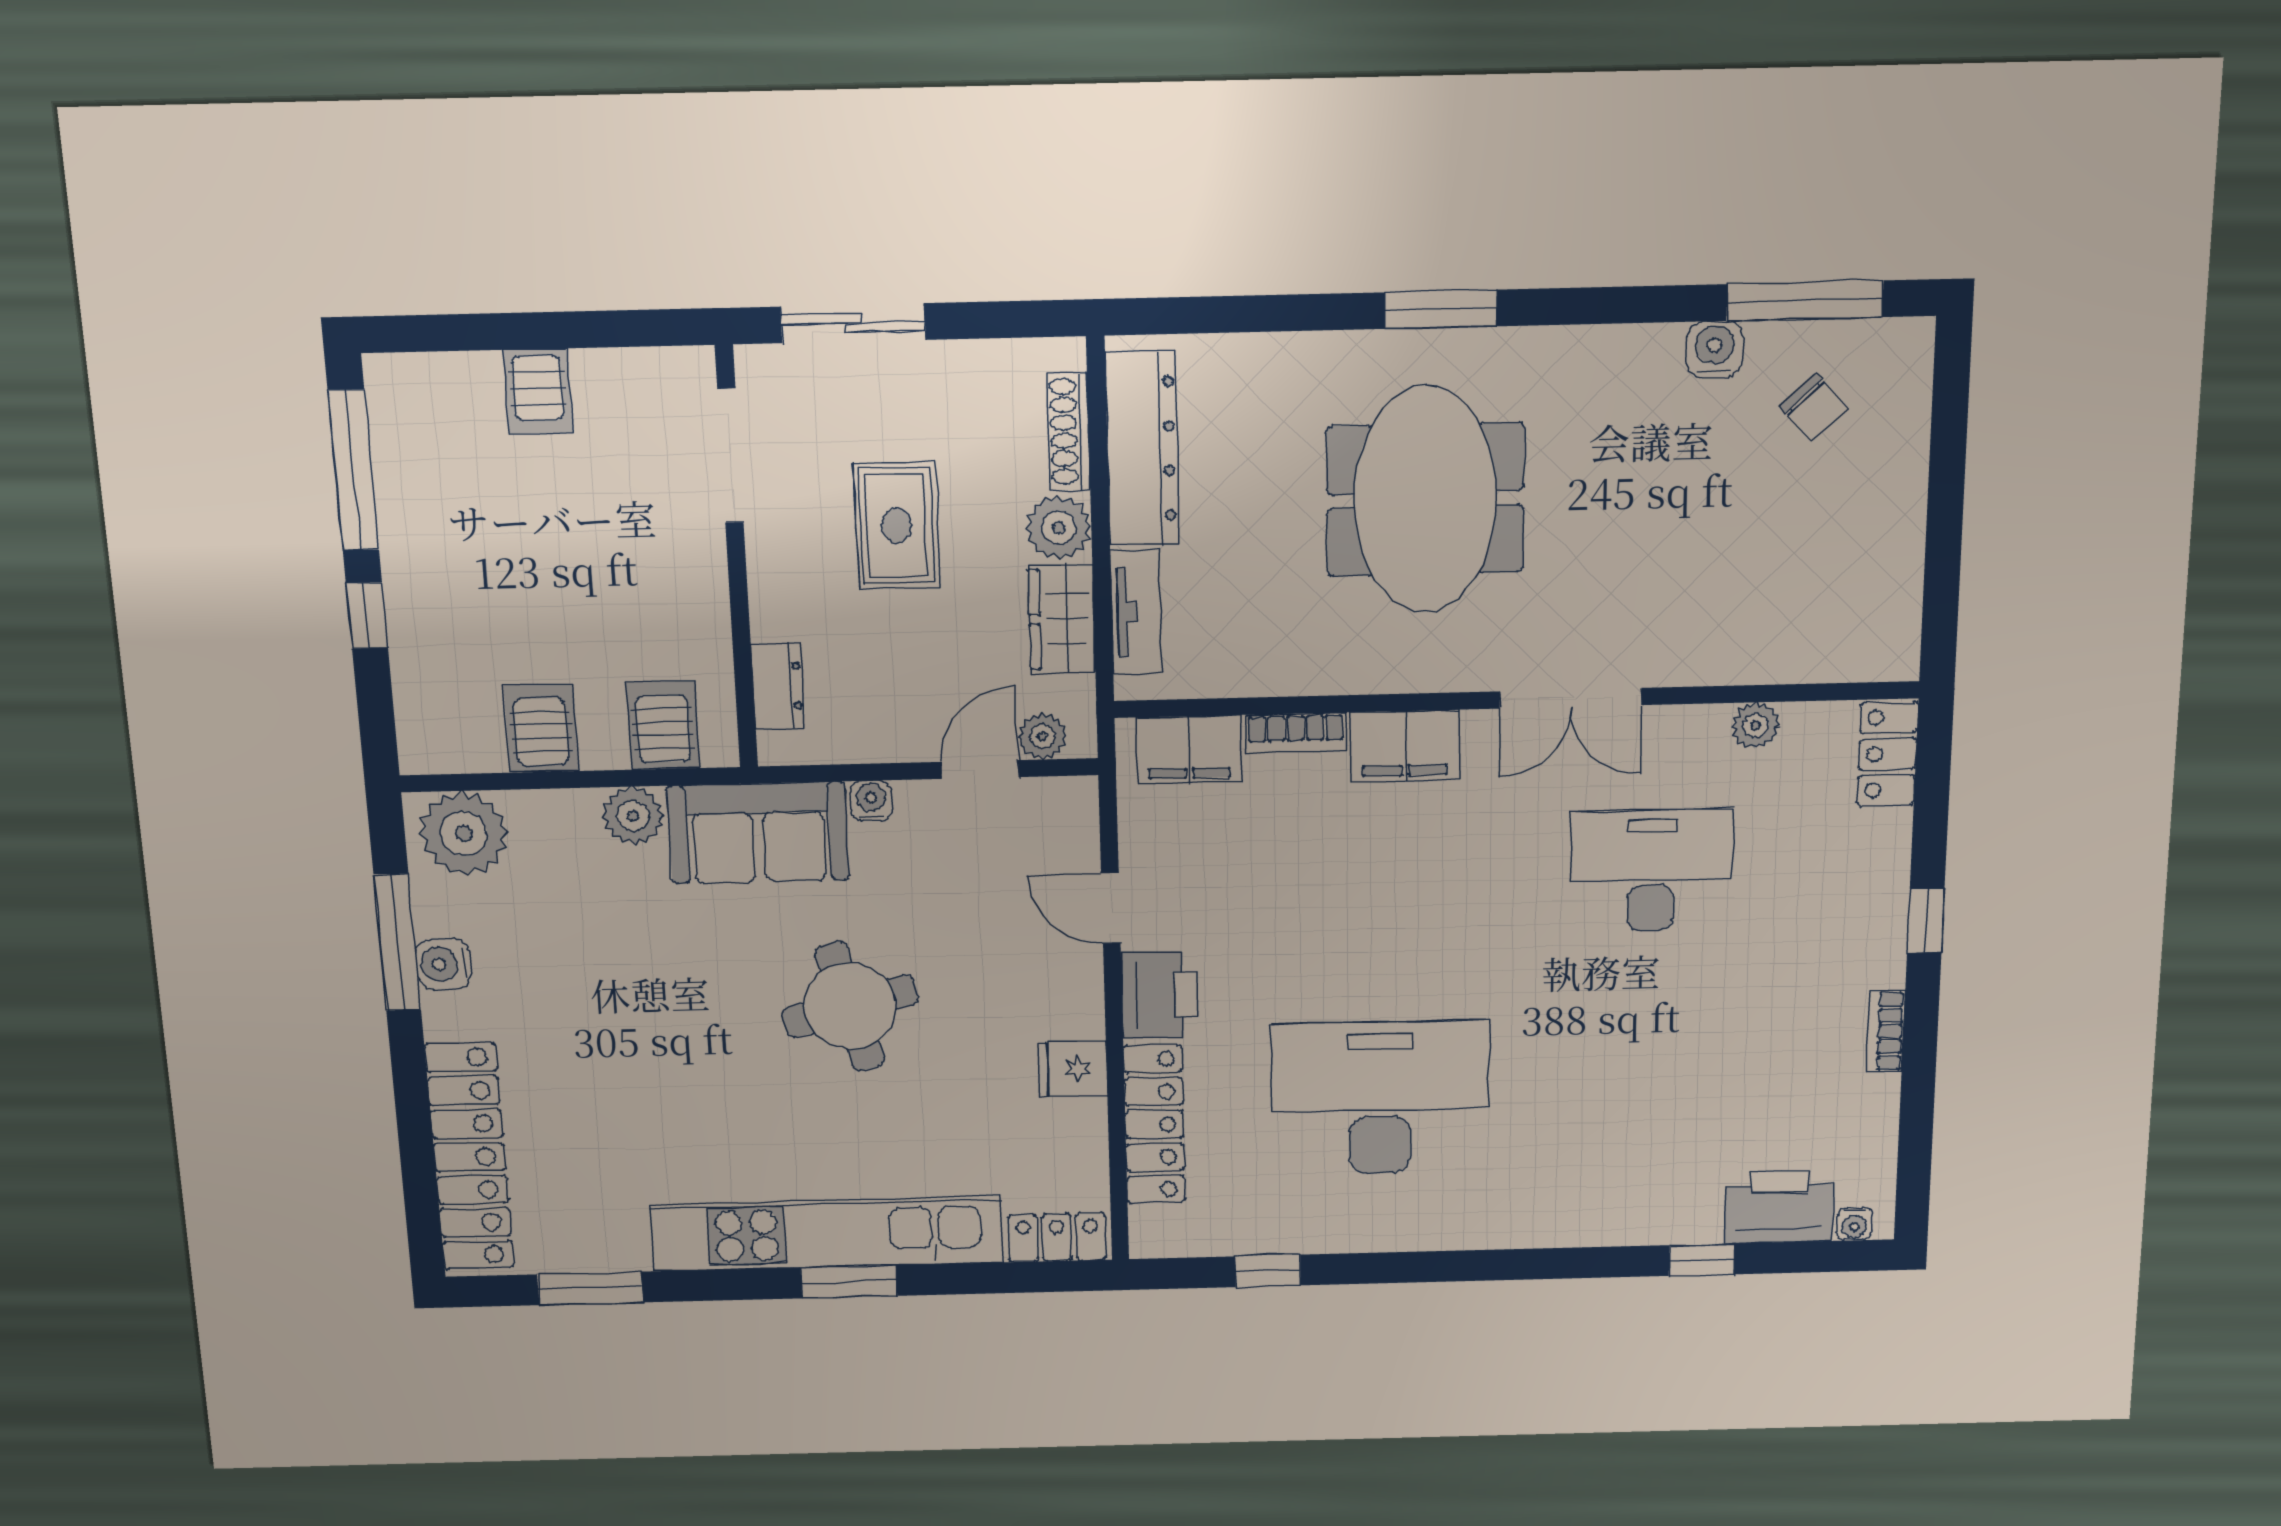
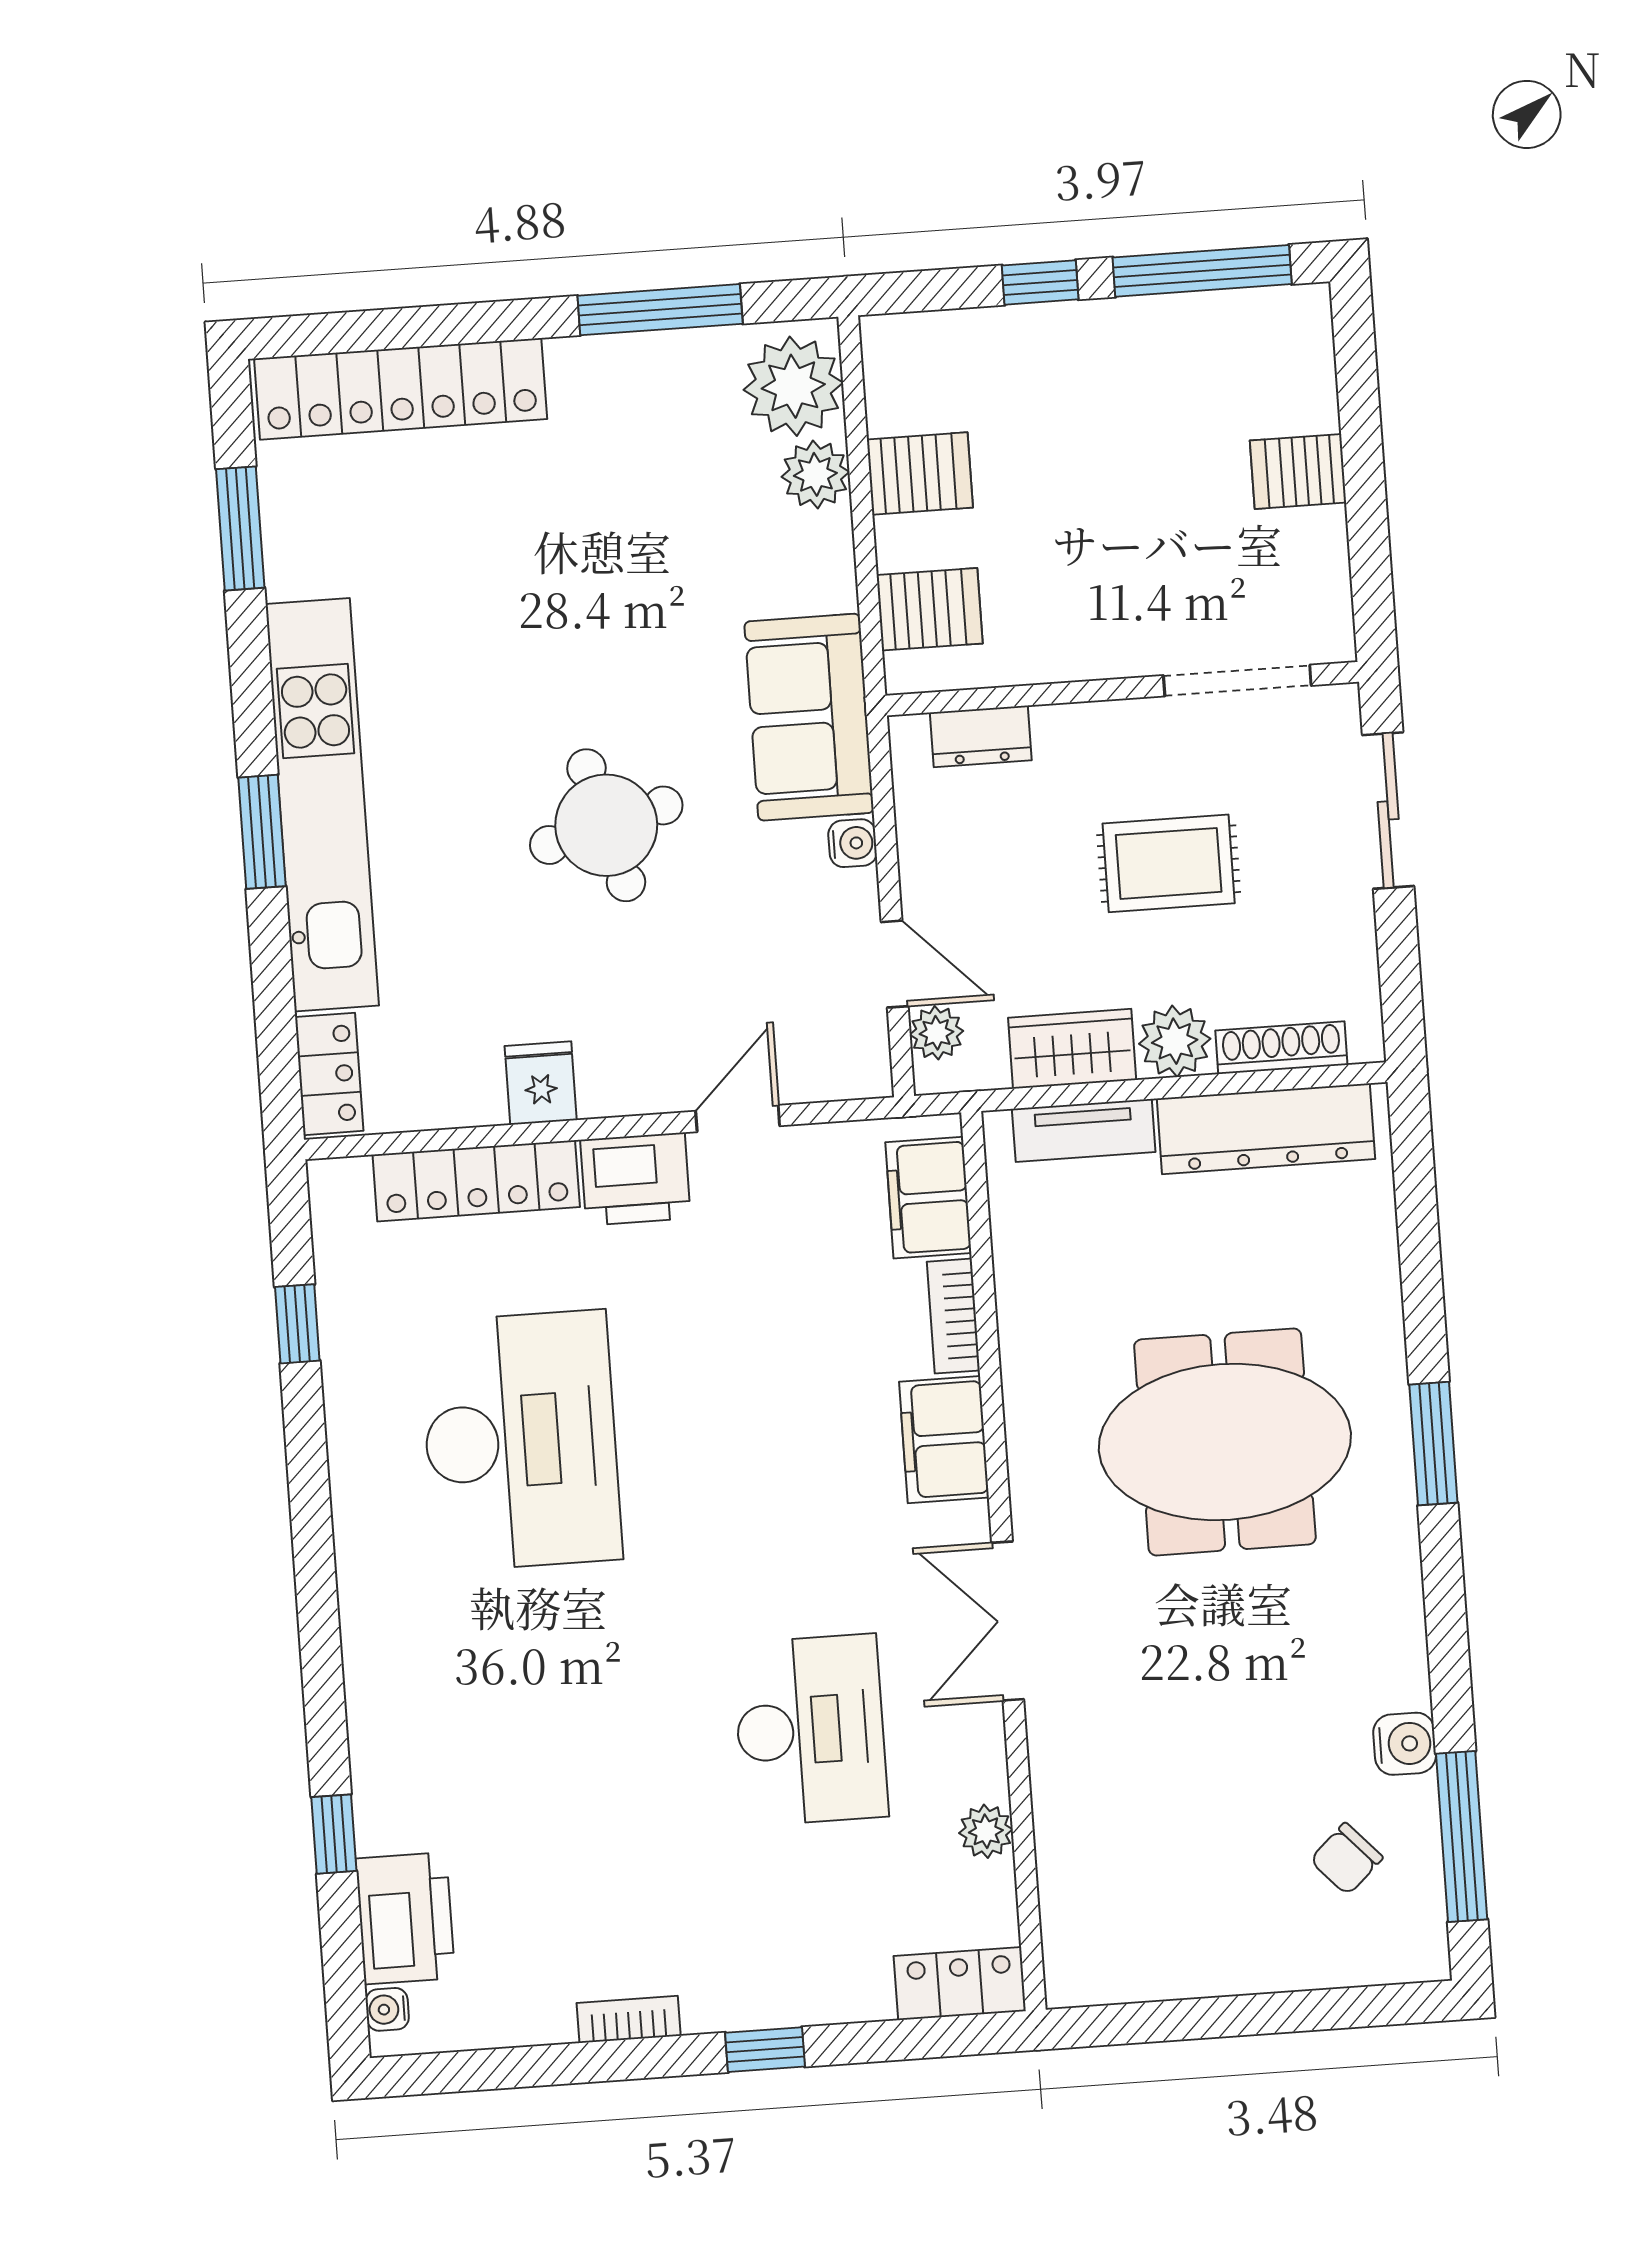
plant: (633, 816) -> (815, 474), moved
water cooler: (443, 964) -> (636, 362), removed

